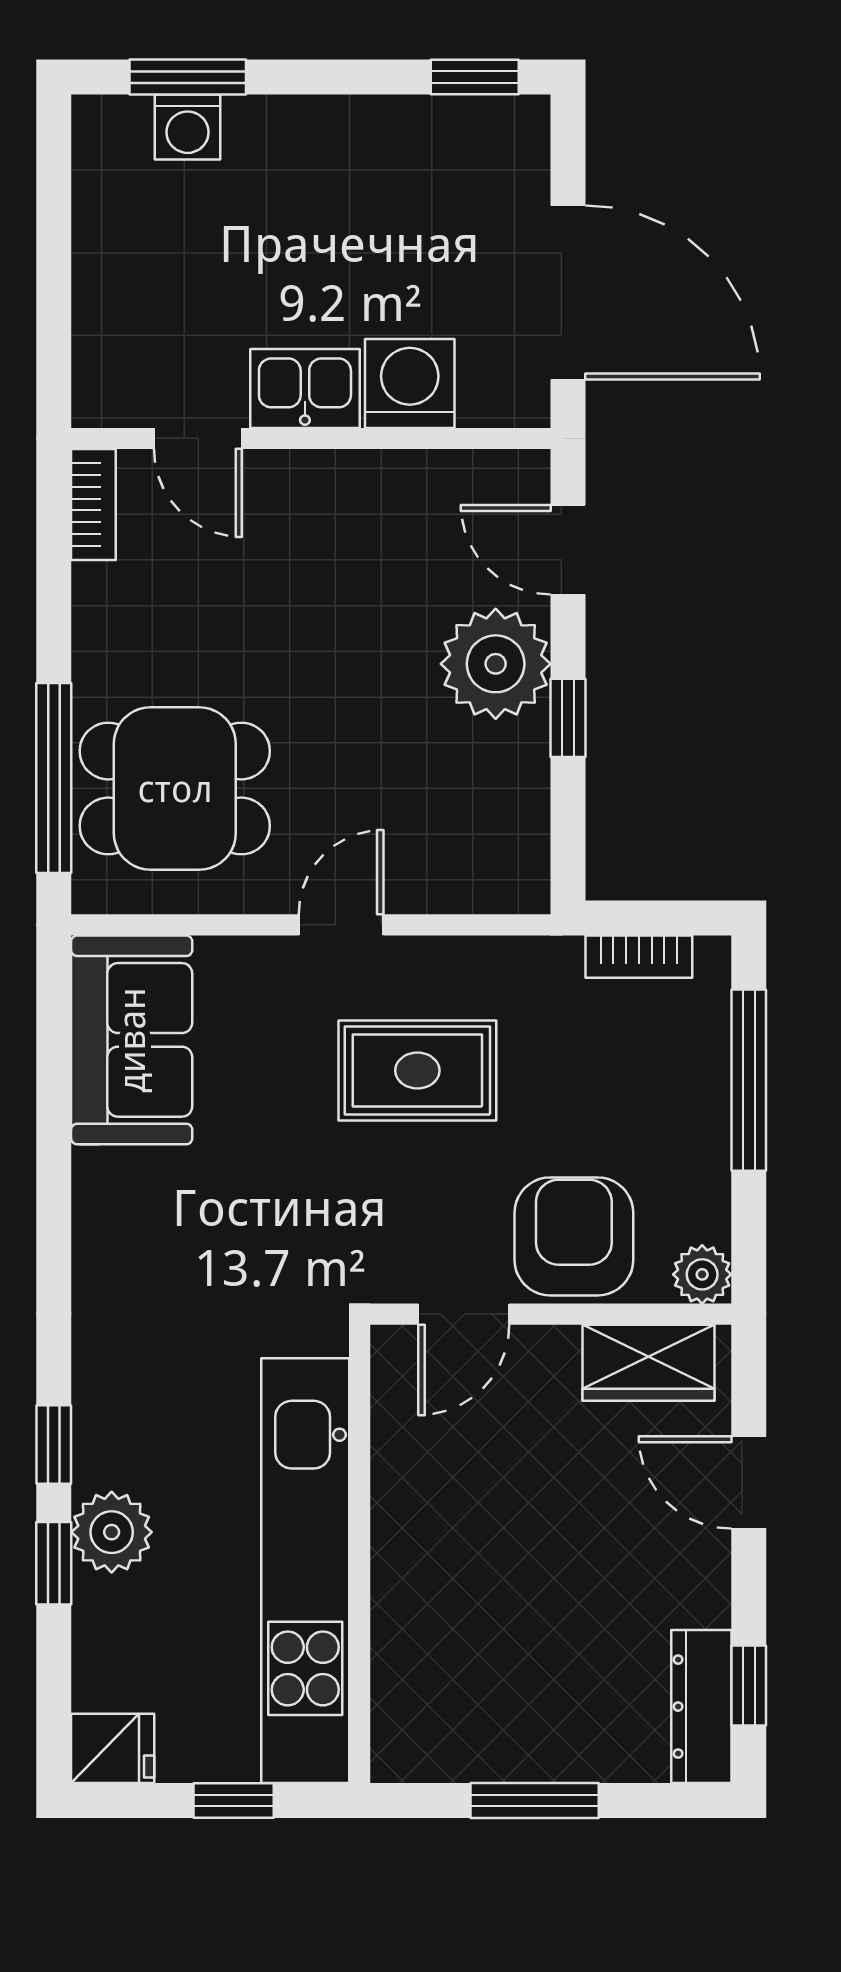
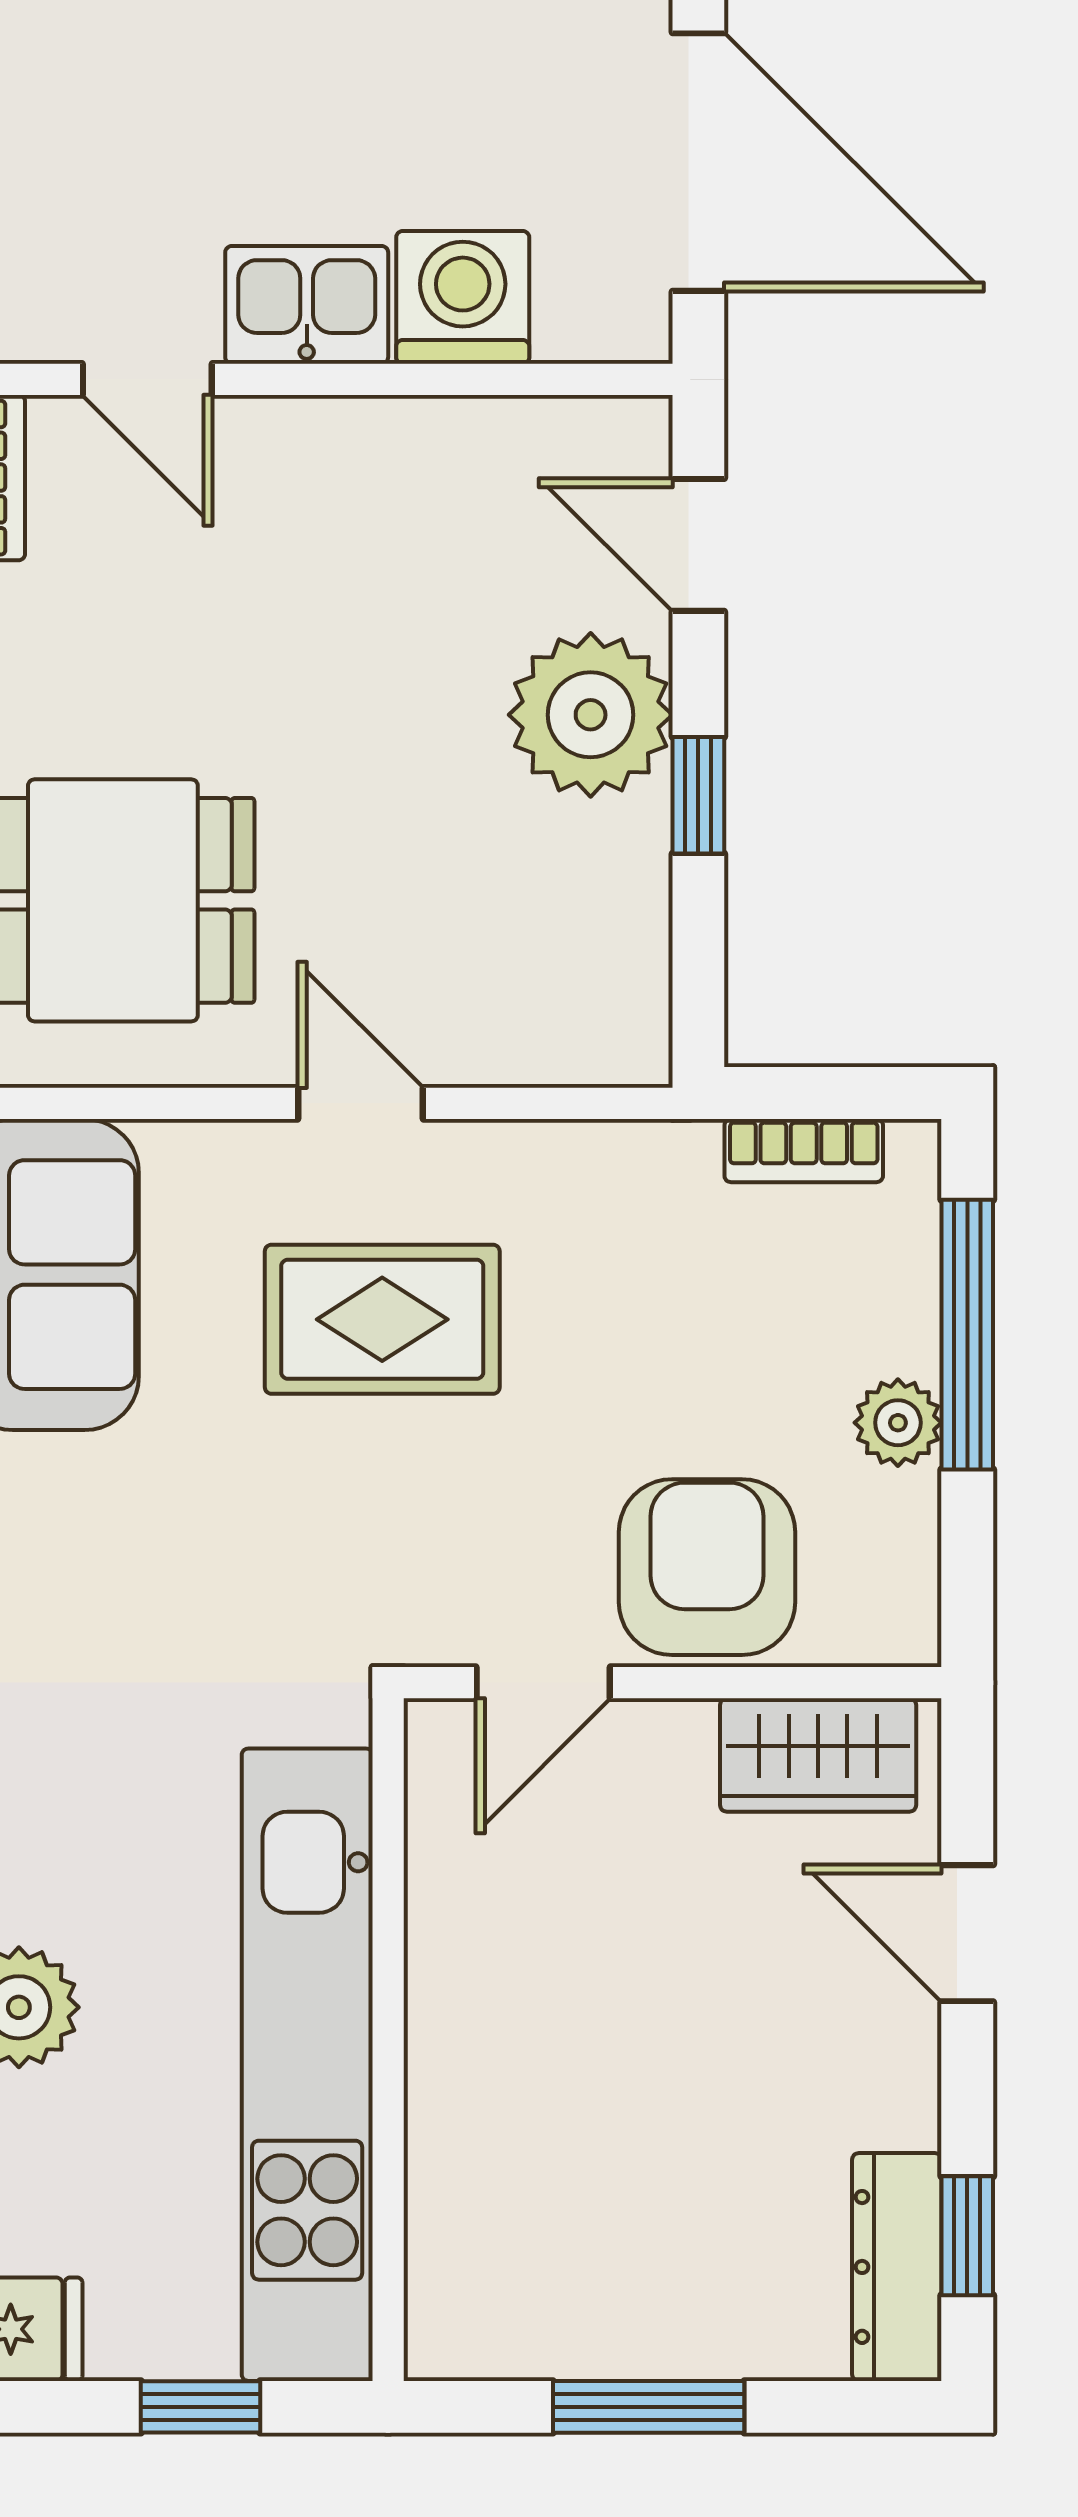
door: (341, 925) -> (361, 1103), hinge flipped
rug: (417, 1071) -> (382, 1319), moved
plant: (702, 1274) -> (898, 1423), moved

